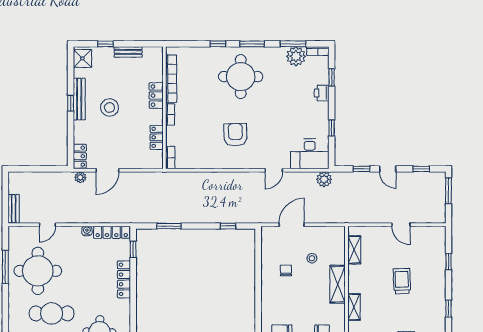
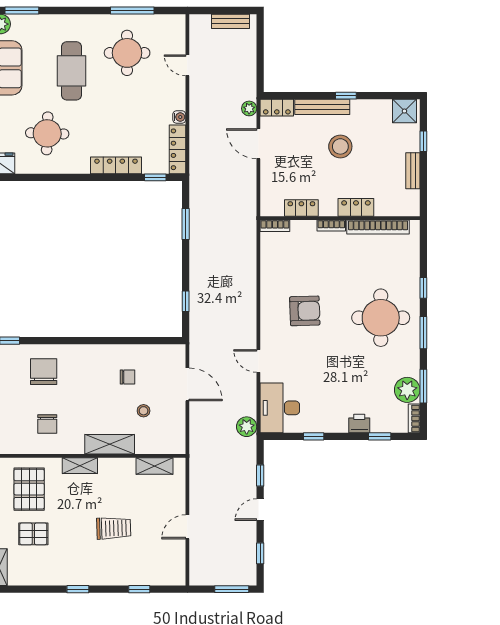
bench: (79, 99) -> (322, 107), moved
bench: (14, 209) -> (231, 21), moved
round table: (38, 271) -> (127, 53), width x0.73, depth x0.73

